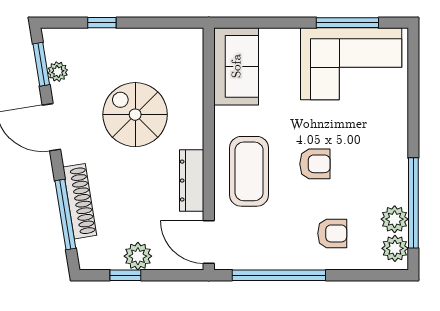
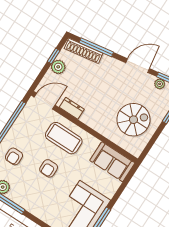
spiral stairs: (135, 115) -> (133, 120), moved
dresser: (192, 181) -> (72, 108), width x0.70
shoe rack: (80, 201) -> (84, 51), moved

